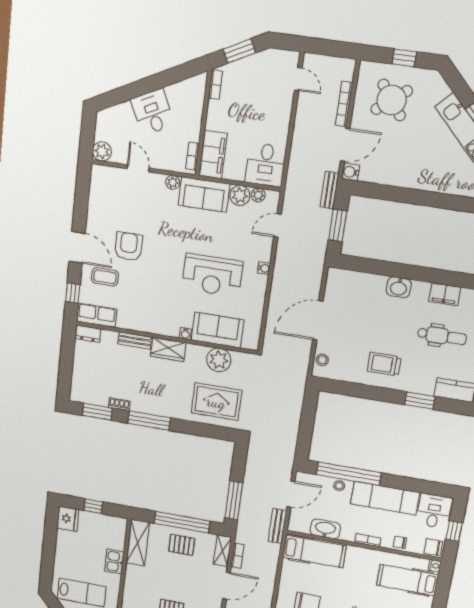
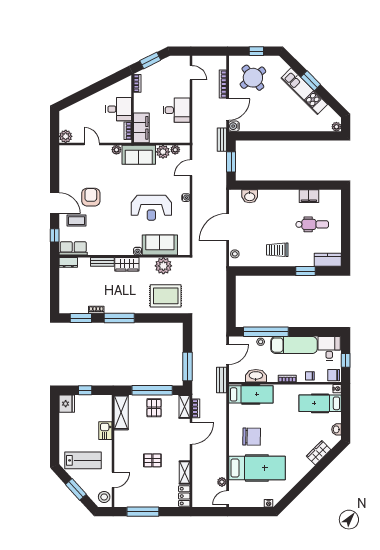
desk: (153, 112) -> (119, 109), moved, turned 117
desk: (266, 165) -> (176, 110), moved, turned -90
washbasin: (399, 287) -> (250, 196), moved
pallet: (182, 545) -> (154, 408), turned 90

